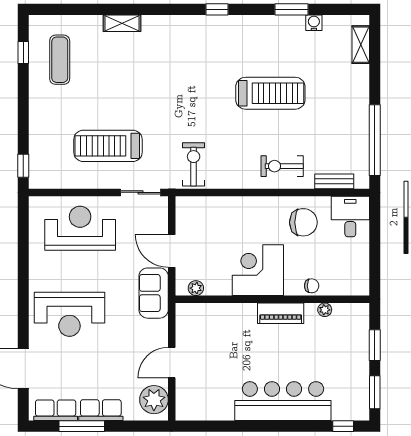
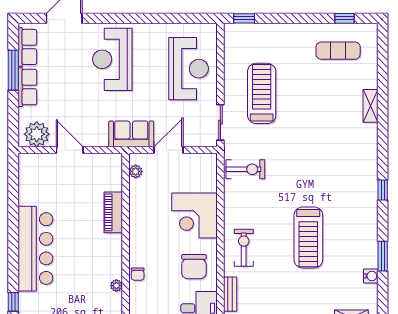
corner desk: (258, 270) -> (195, 215), moved, turned 180
piano: (281, 313) -> (113, 212), moved

